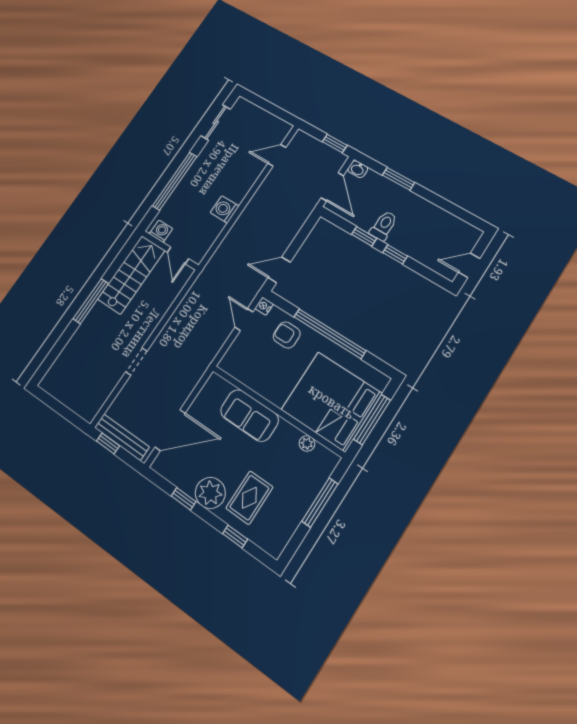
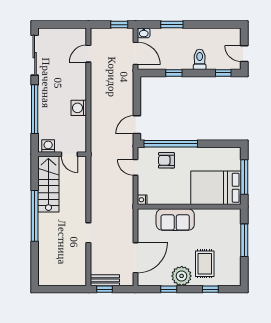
sliding door: (216, 123) -> (35, 55), width x1.37
toilet: (384, 226) -> (200, 59), moved
window: (395, 254) -> (223, 73), moved
door: (469, 265) -> (244, 54), hinge flipped
window: (91, 301) -> (35, 216), width x1.46
nightstand: (264, 306) -> (142, 200), moved
window: (330, 334) -> (171, 144), moved
bed: (332, 402) -> (216, 188), width x0.73
bench: (122, 437) -> (105, 280), width x0.73
plant: (307, 443) -> (217, 214), removed

